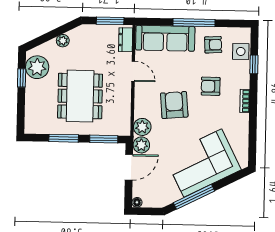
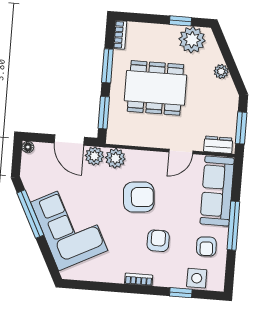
bookcase: (36, 129) -> (120, 35), added

